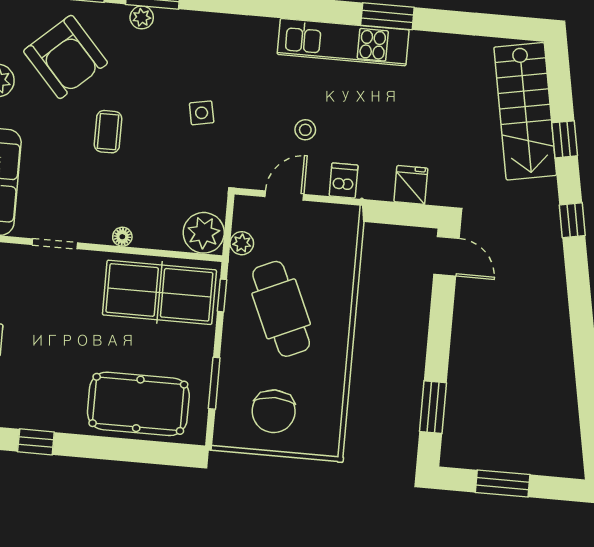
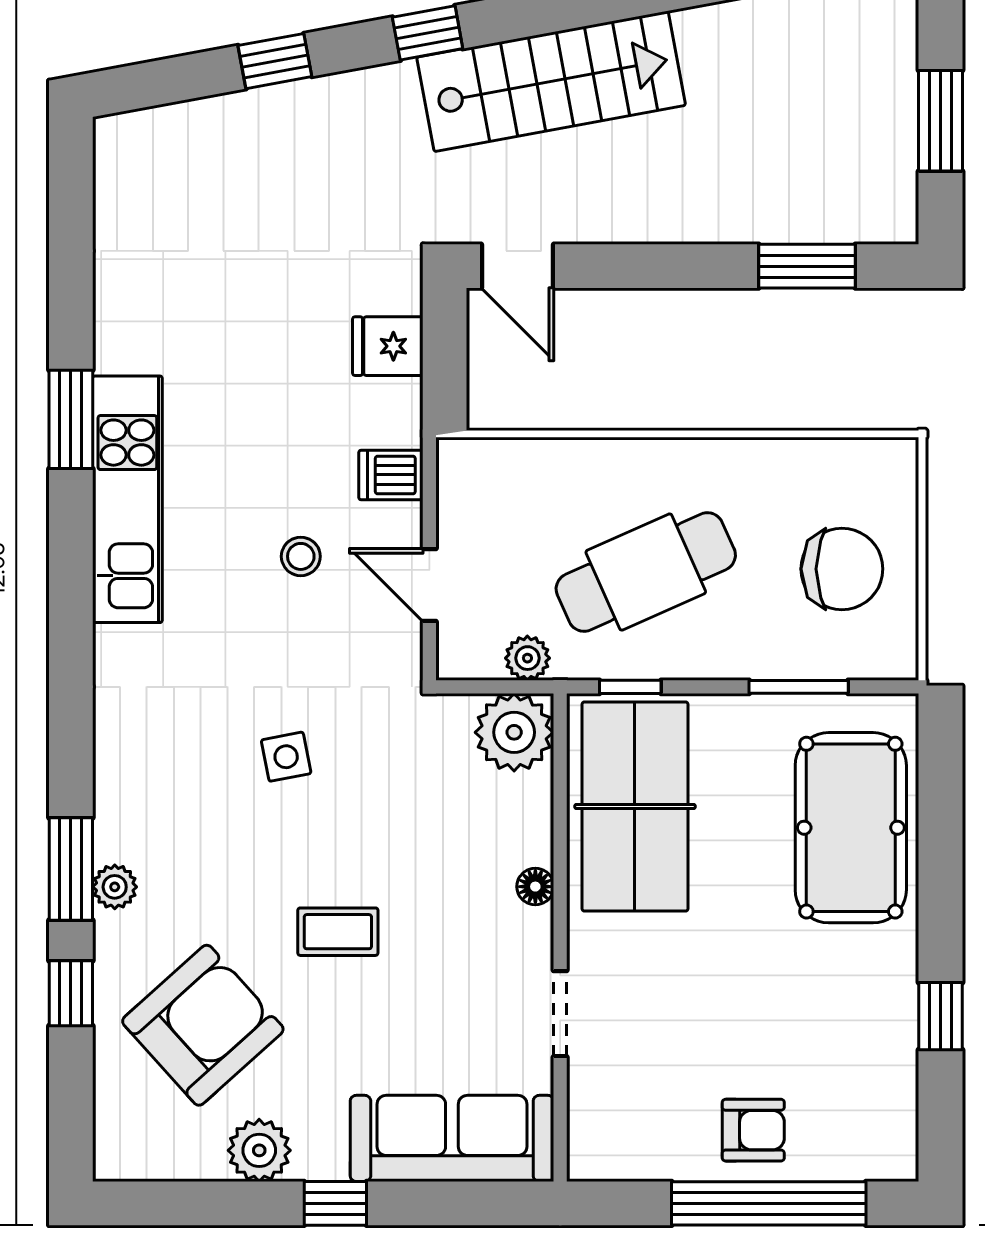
stairs: (525, 111) -> (551, 81), moved
door: (447, 256) -> (518, 266), swing flipped

